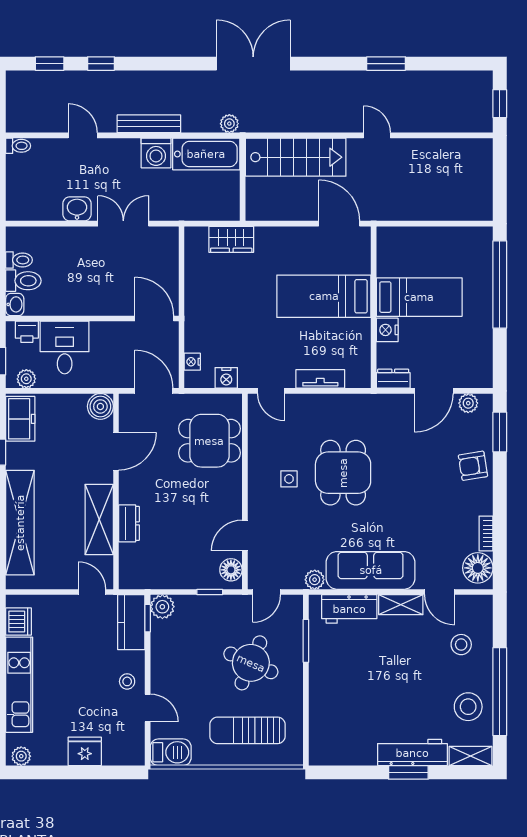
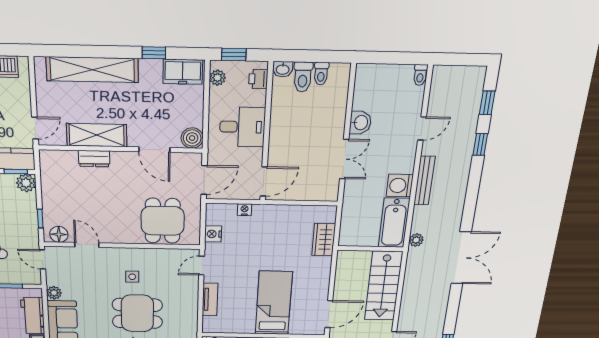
desk: (65, 348) -> (242, 127), moved
nightstand: (192, 362) -> (245, 210), moved

